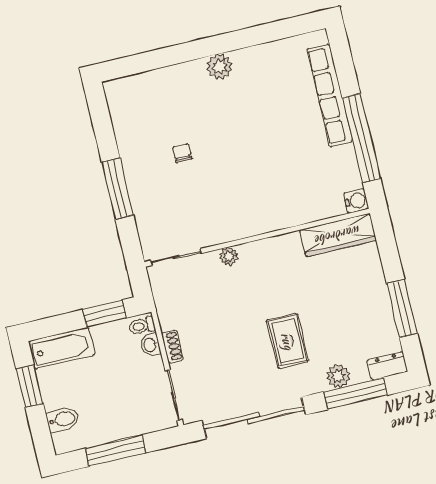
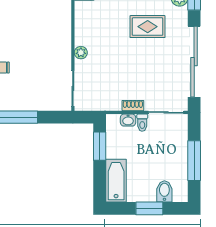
toilet: (142, 326) -> (142, 123), moved
window: (30, 386) -> (149, 208), moved

